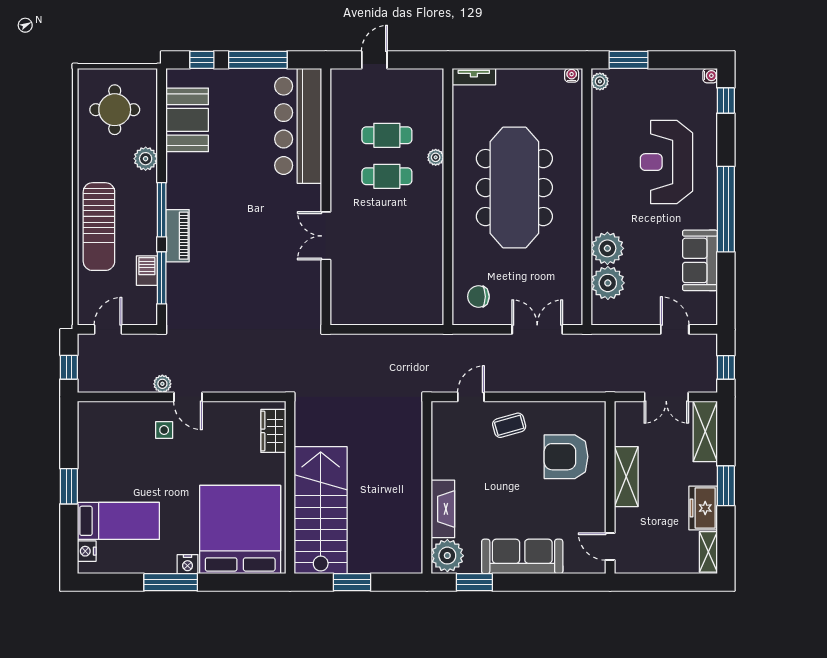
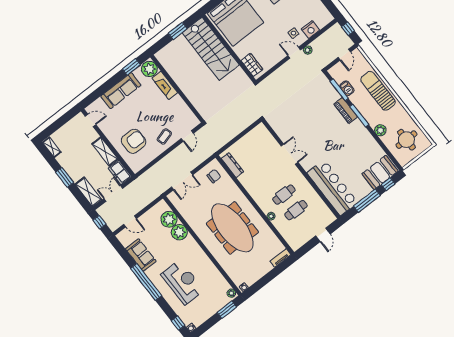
booth: (187, 120) -> (380, 172), moved, turned 90
dresser: (434, 291) -> (232, 165), added
nightstand: (132, 414) -> (310, 30), added
freezer: (703, 508) -> (120, 172), moved, turned 180

